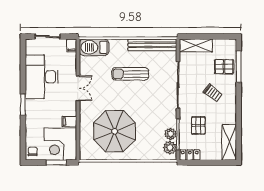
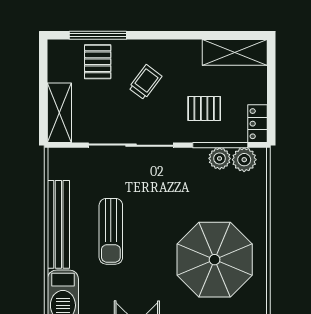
bench: (152, 45) -> (58, 224), moved

